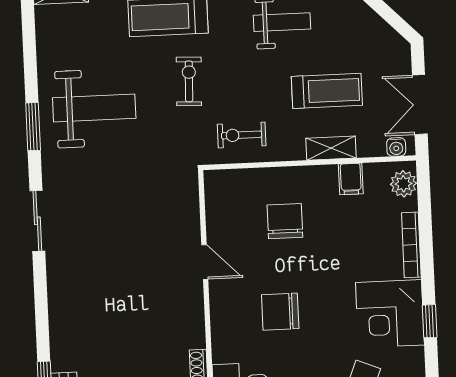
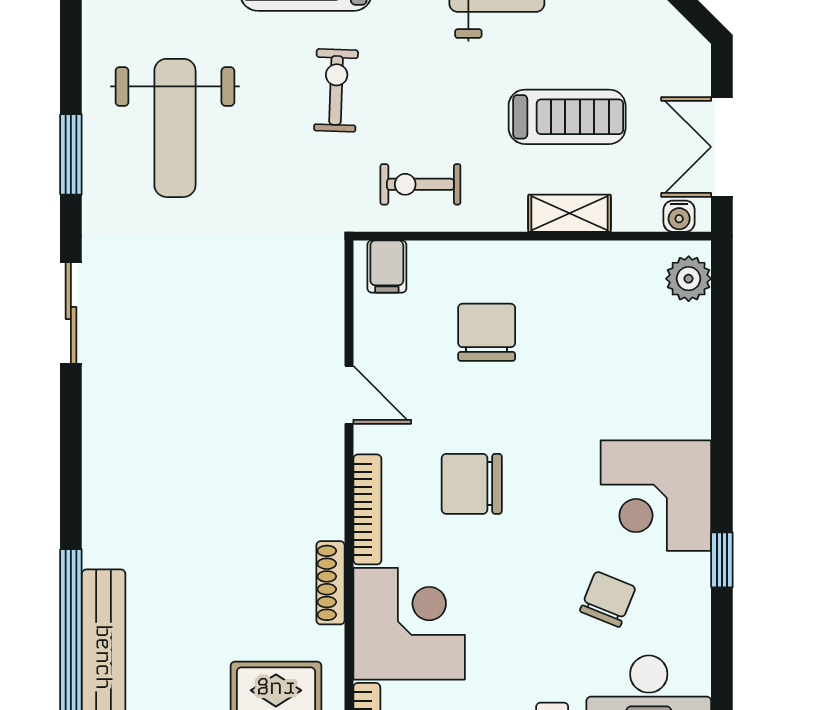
weight bench: (94, 108) -> (175, 128), turned 90
filing cabinet: (351, 179) -> (387, 267), moved
bookcase: (411, 245) -> (367, 509), moved, turned 180
window: (430, 321) -> (722, 560), moved

